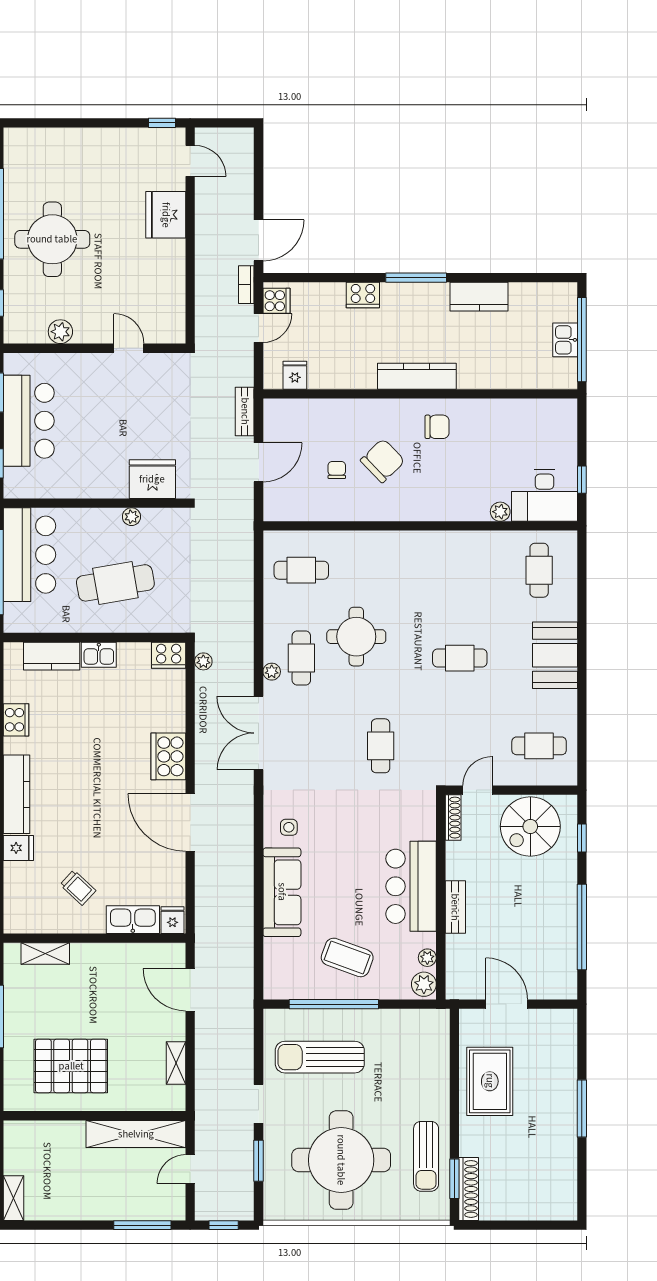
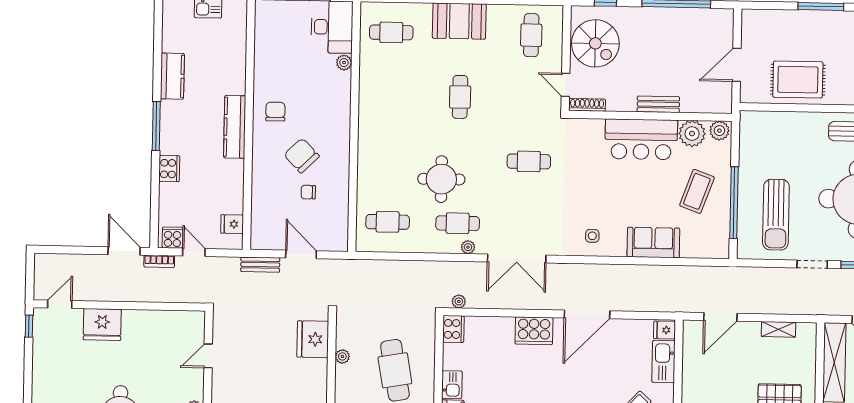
cafe table: (301, 570) -> (388, 222), turned 90
sofa: (282, 892) -> (653, 242), width x0.73
plant: (427, 958) -> (692, 134), width x1.87, depth x1.87

